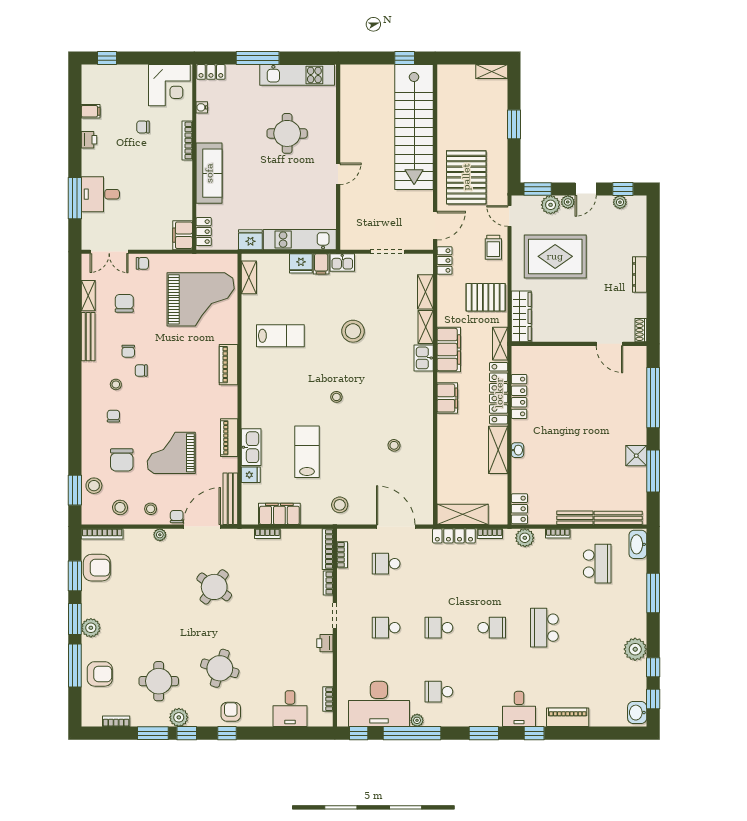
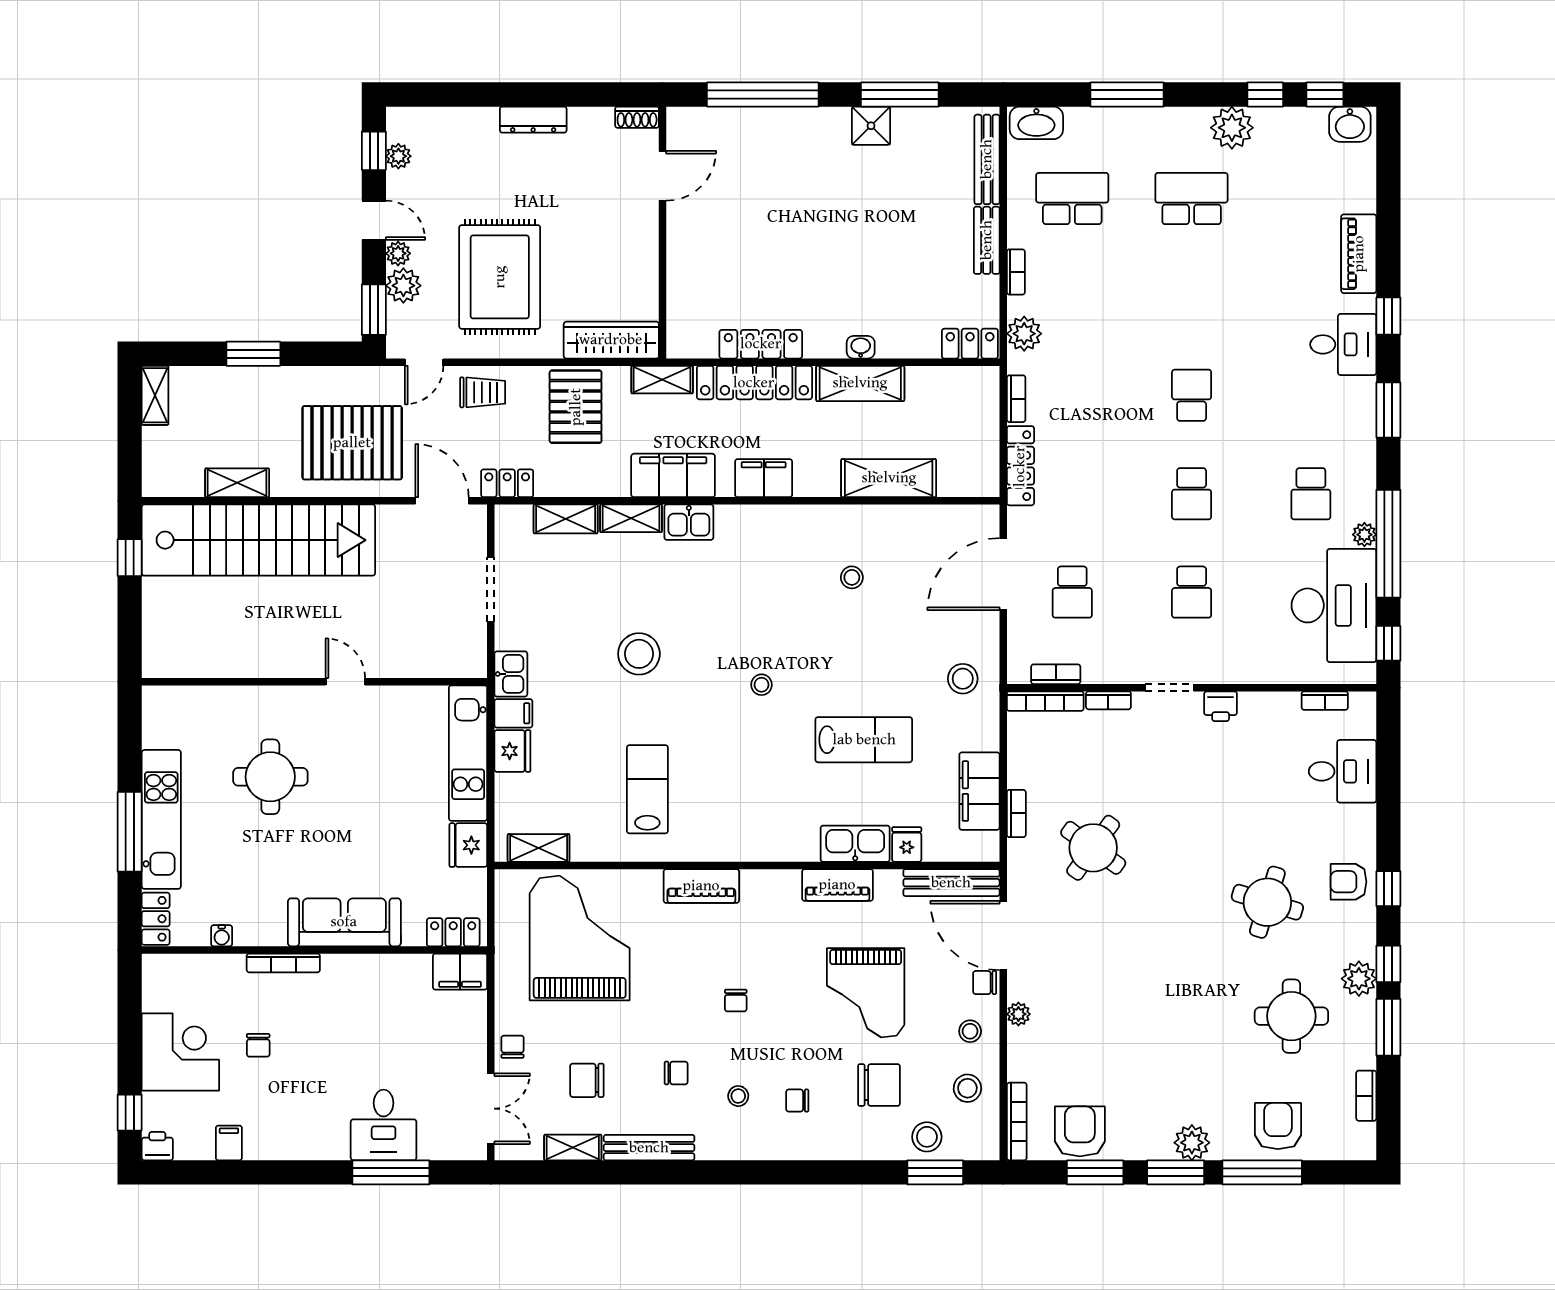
kitchen unit: (297, 75) -> (161, 819), moved
corner desk: (169, 85) -> (180, 1052), moved
shelving: (445, 116) -> (237, 483), added
printer: (89, 140) -> (157, 1146), moved
chair: (141, 371) -> (736, 1001), moved
lab bench: (307, 452) -> (864, 740), turned 180
shelving: (463, 514) -> (889, 478), moved, turned 90
round table: (214, 587) -> (1093, 848), moved
school desk: (544, 628) -> (1192, 199), moved, turned 180

